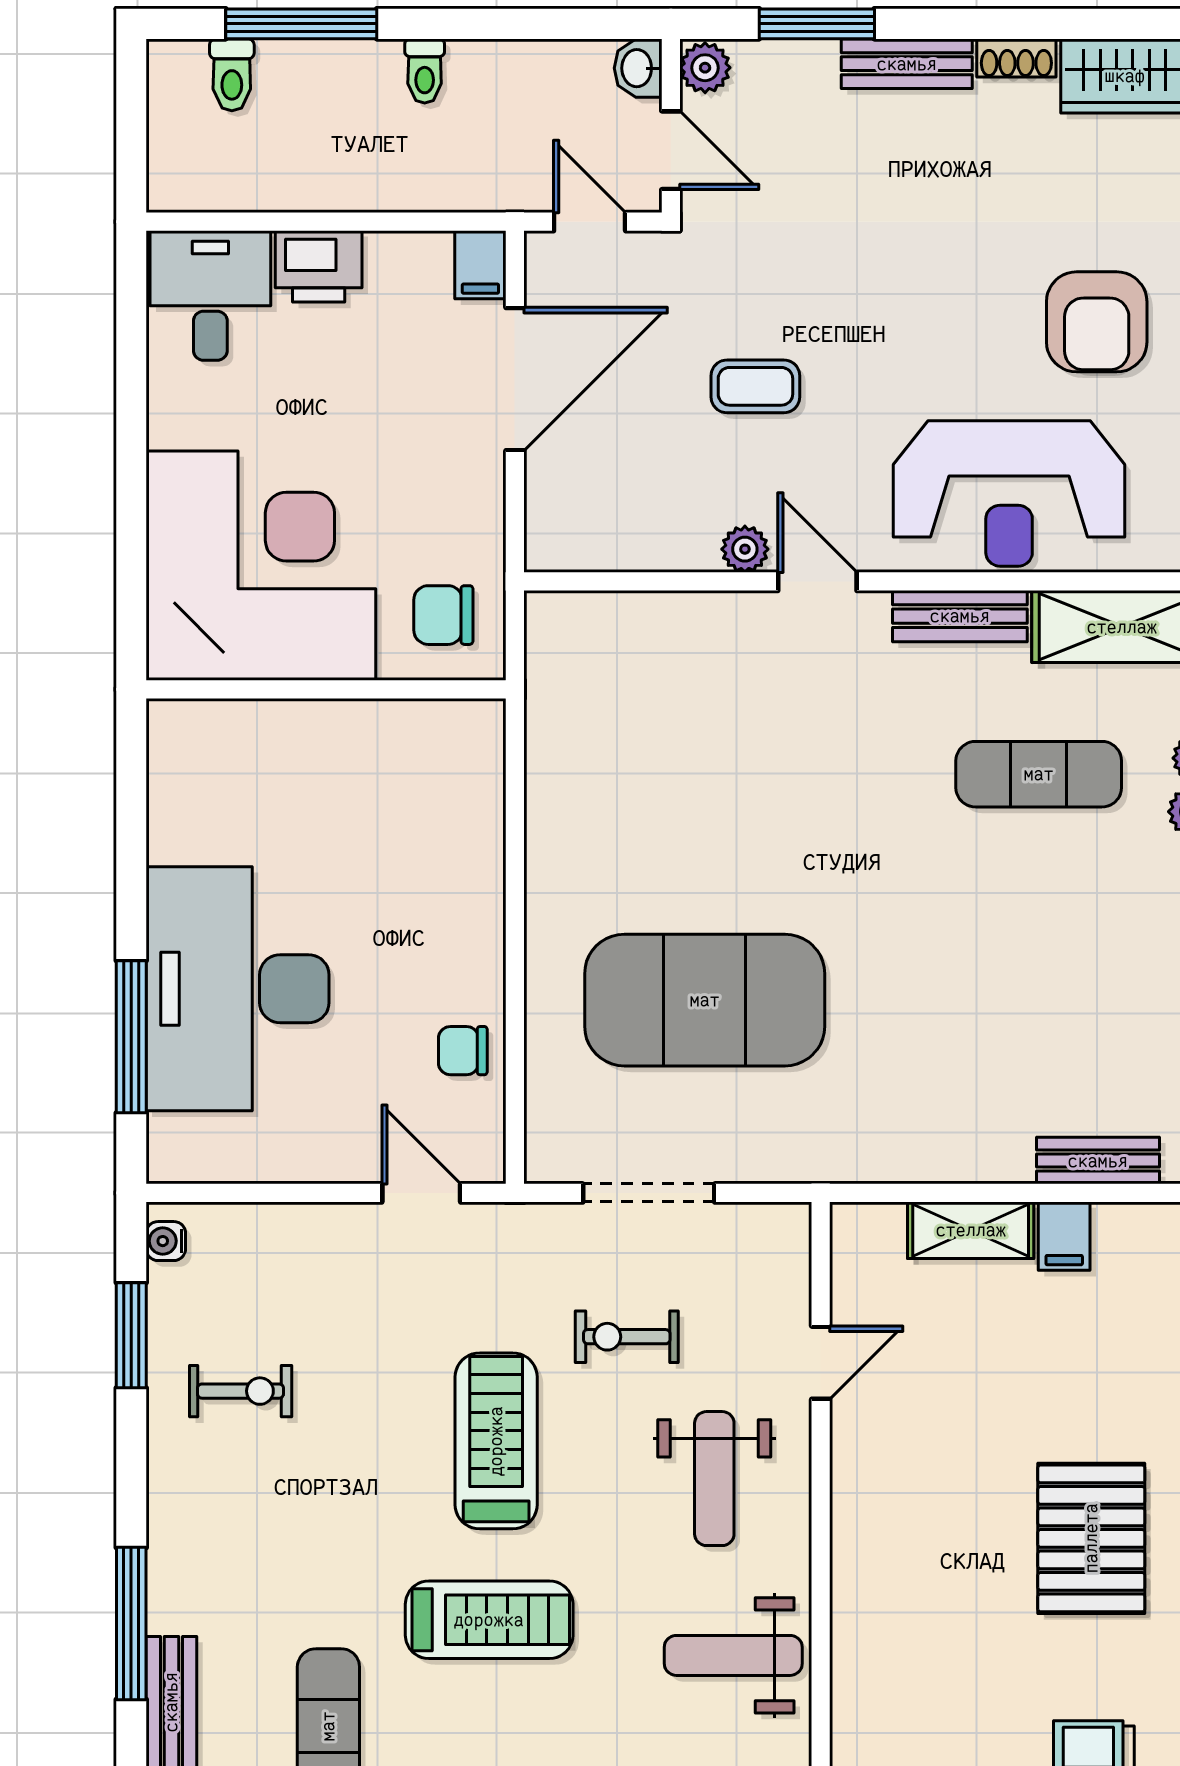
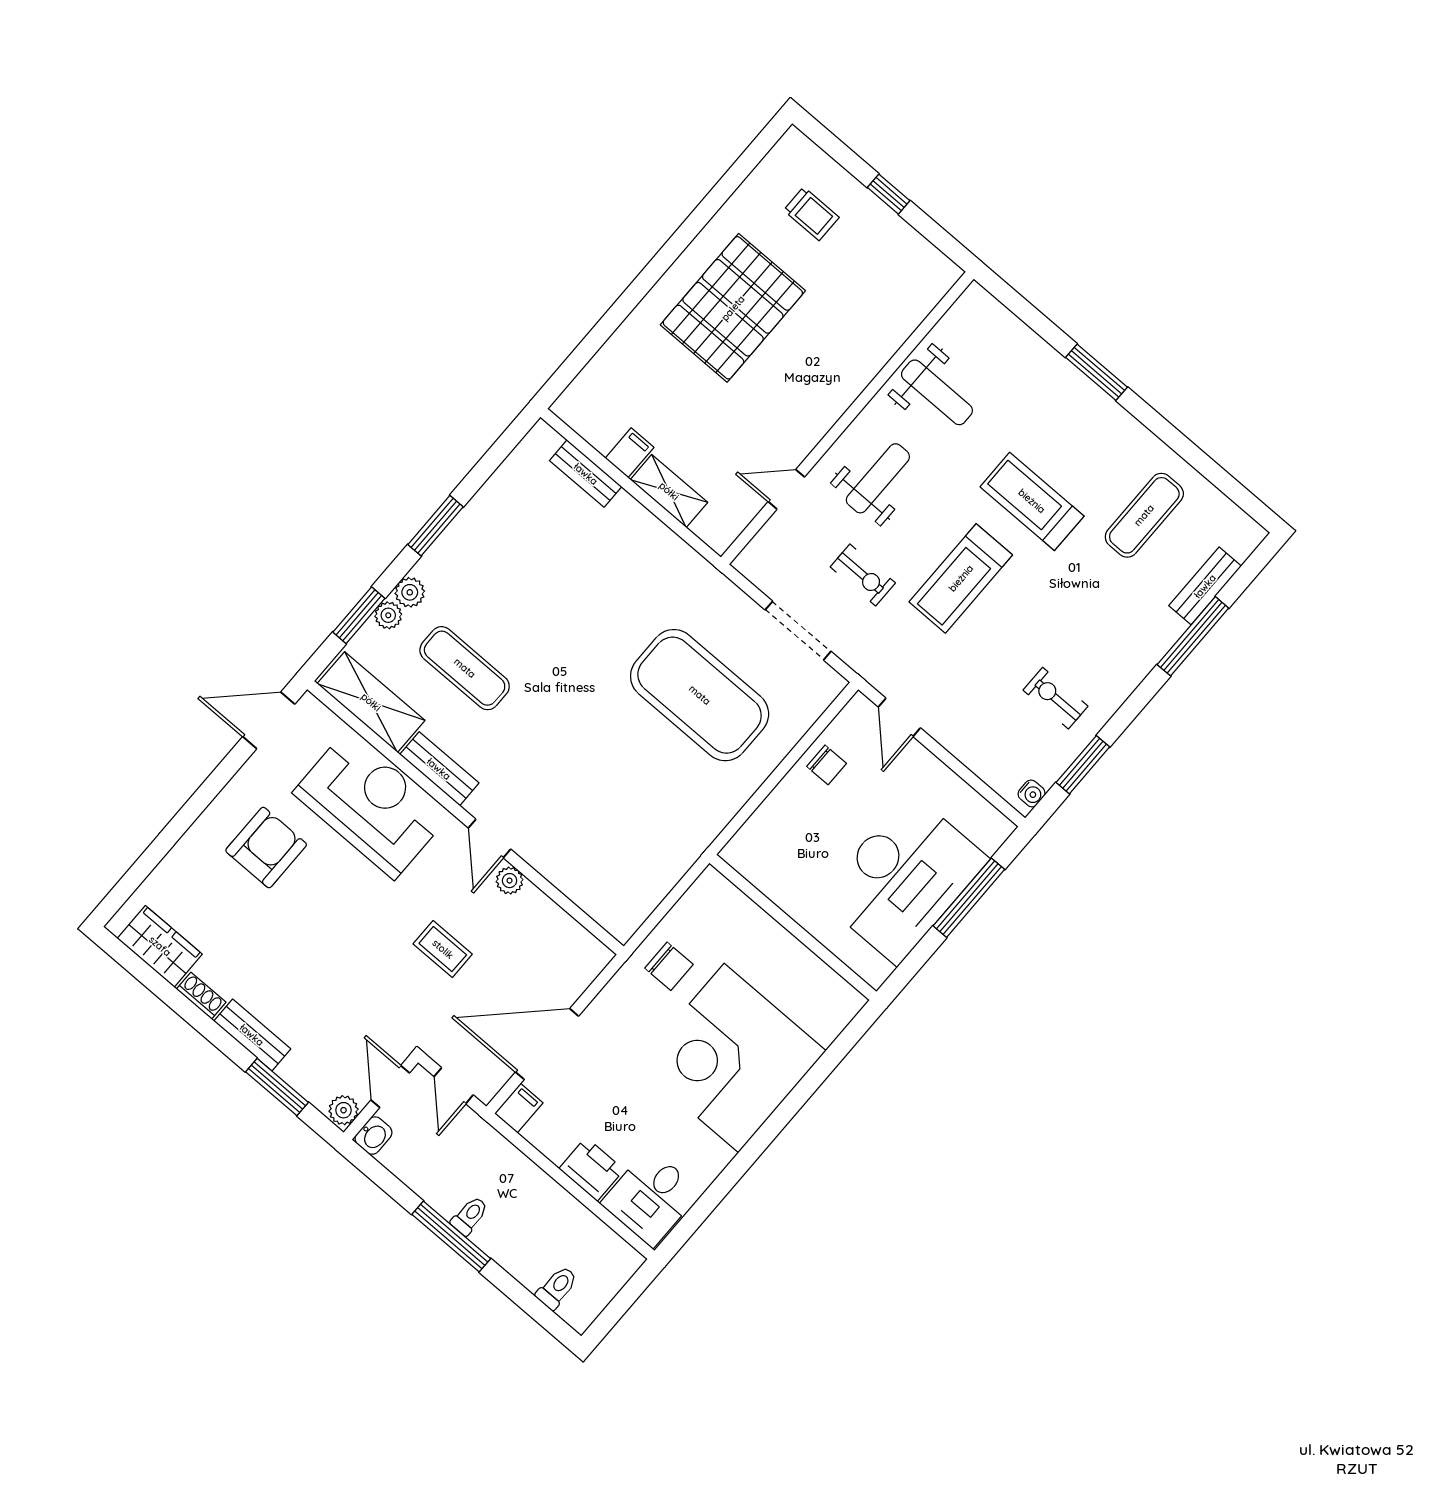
window: (301, 24) -> (451, 1236), moved
wall: (326, 689) -> (793, 927), moved
pallet: (1091, 1538) -> (733, 308), width x1.37, depth x1.41

